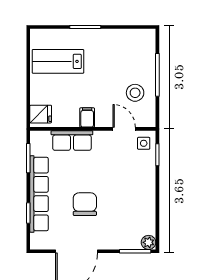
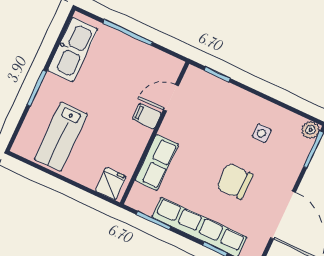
kitchen sink: (126, 40) -> (73, 50), added
stool: (135, 93) -> (136, 67), removed
filing cabinet: (87, 117) -> (147, 116), moved
side table: (144, 143) -> (262, 133), moved

